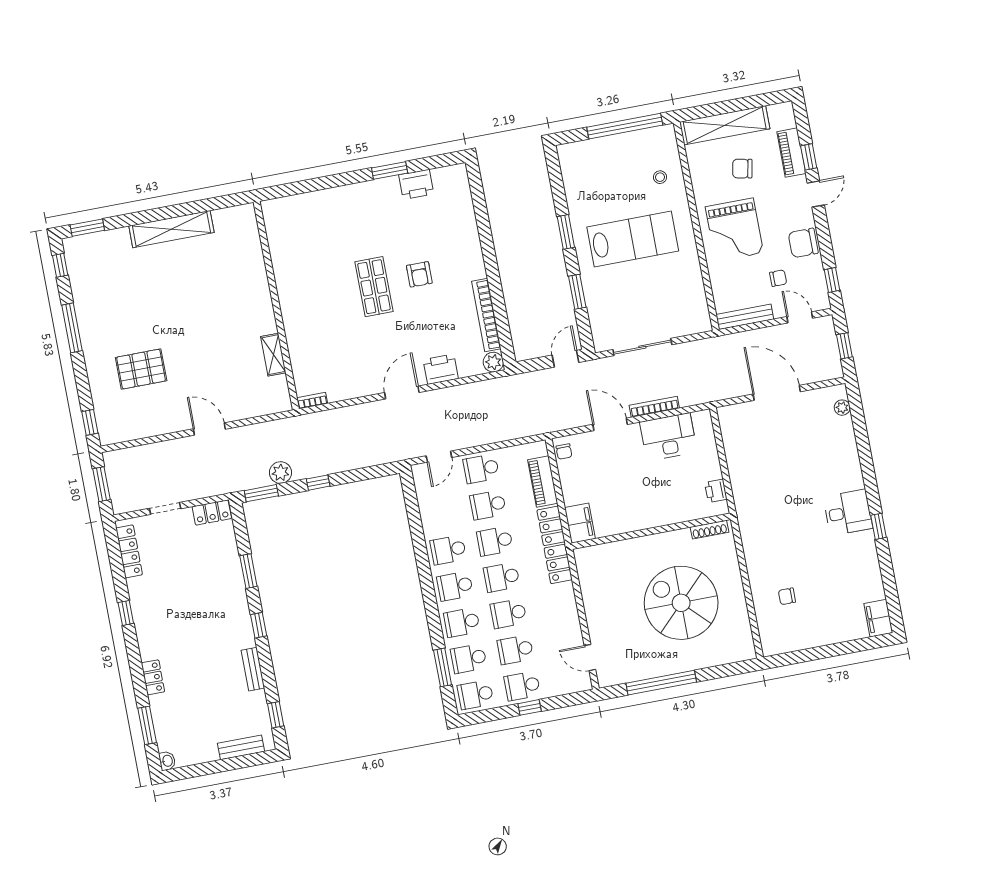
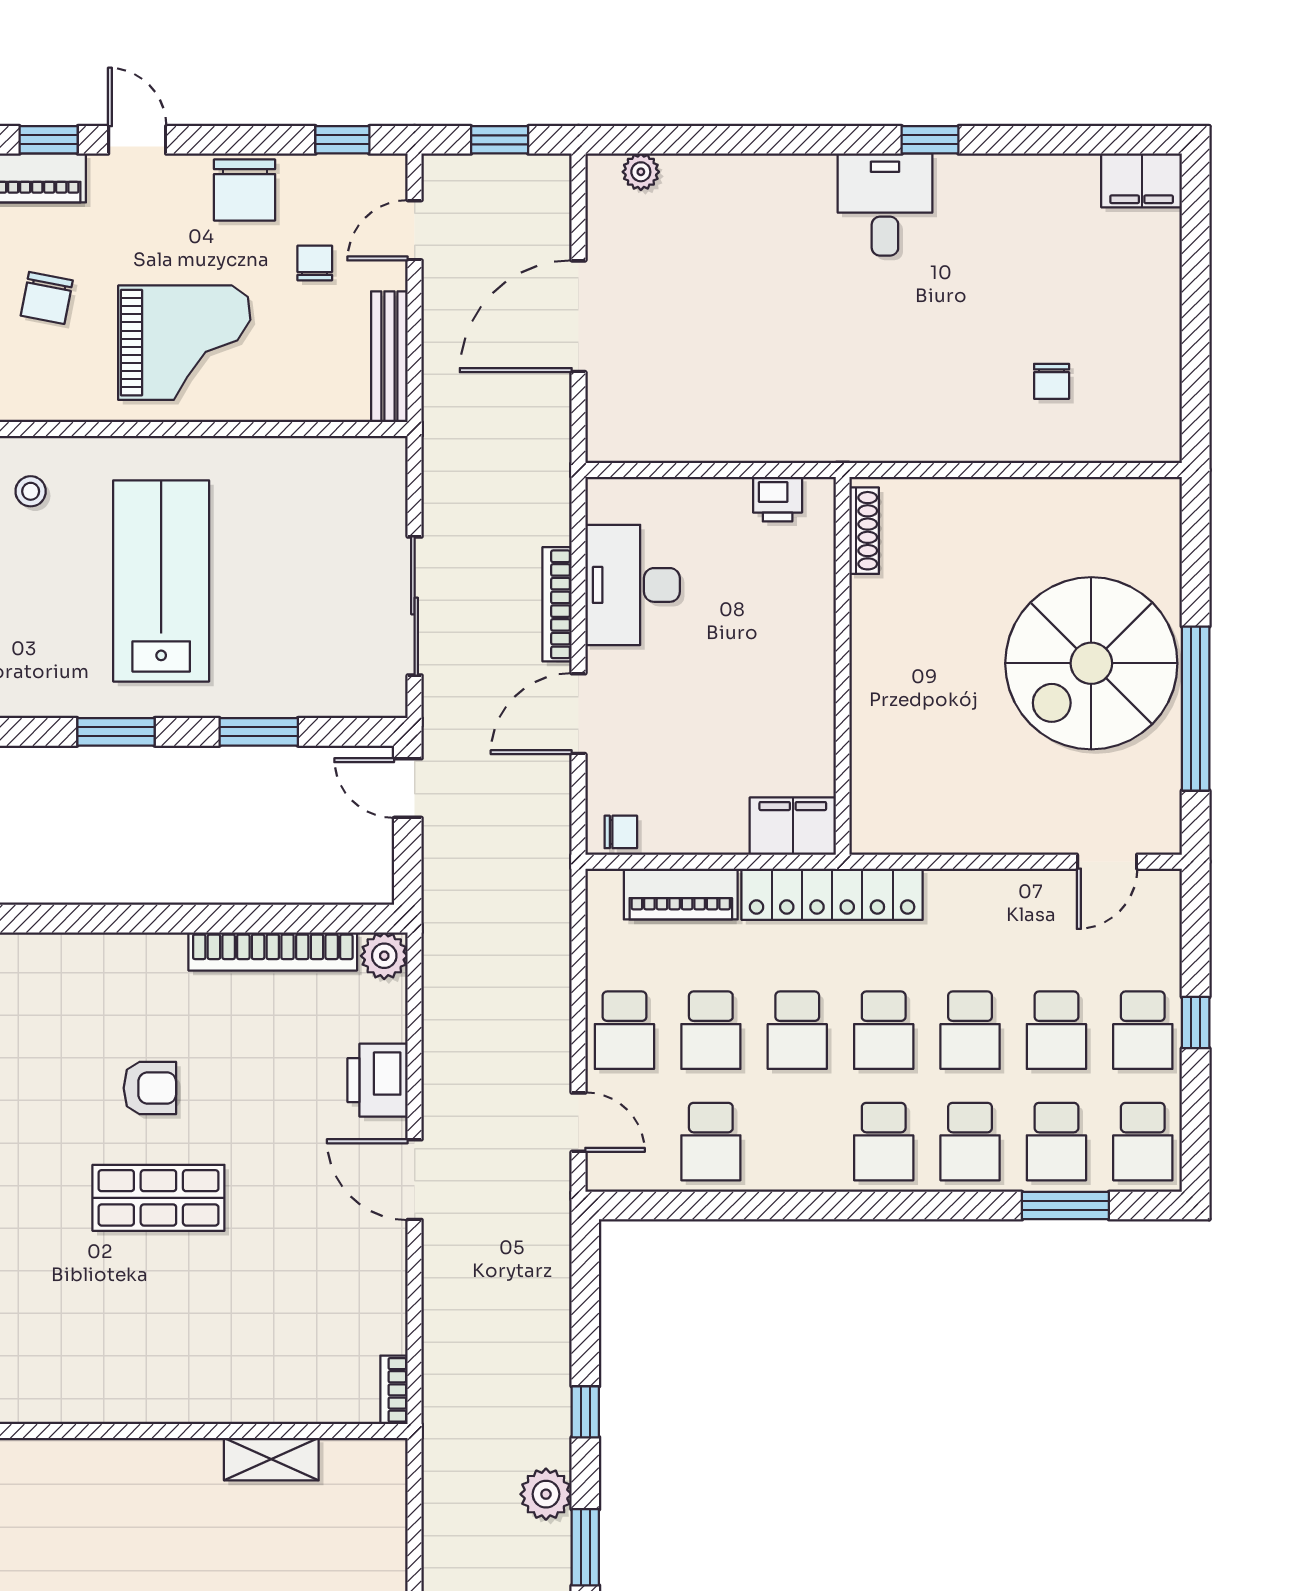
school desk: (448, 550) -> (711, 1142), moved
spiral stairs: (681, 603) -> (1091, 663), moved

